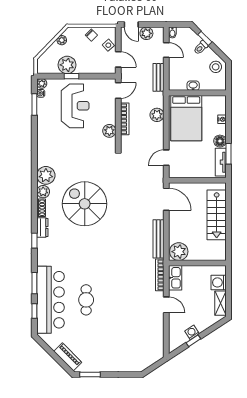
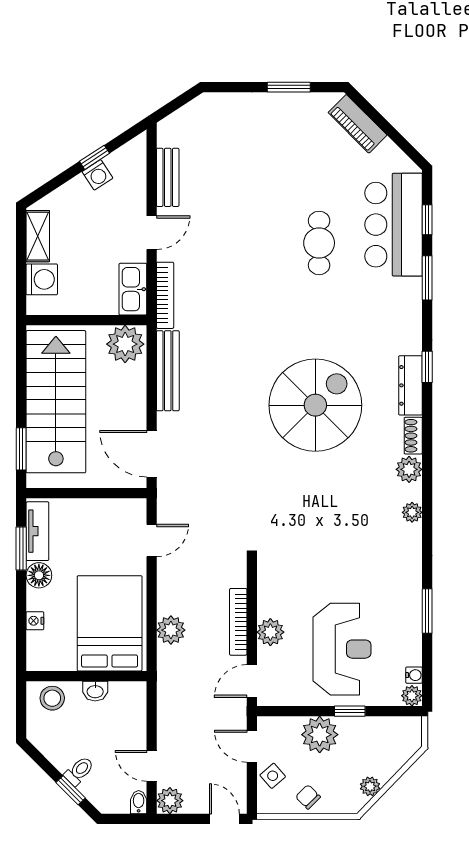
plant: (146, 33) -> (170, 801), moved
plant: (67, 65) -> (320, 735), moved
stool: (216, 67) -> (52, 698), moved
bench: (158, 77) -> (168, 177), moved
window: (34, 104) -> (427, 611), moved
reception desk: (75, 106) -> (342, 649), turned 180
plant: (109, 131) -> (270, 632), moved
plant: (46, 175) -> (412, 512), width x0.53, depth x0.53
window: (228, 201) -> (21, 449), added
spiral stairs: (85, 204) -> (315, 405), moved, turned -90
stairs: (217, 215) -> (56, 402), width x1.36, depth x1.51
dresser: (42, 227) -> (411, 385), width x1.44
bar counter: (50, 300) -> (394, 225), width x0.73
door: (166, 305) -> (152, 233), swing flipped
window: (90, 374) -> (289, 87), moved

